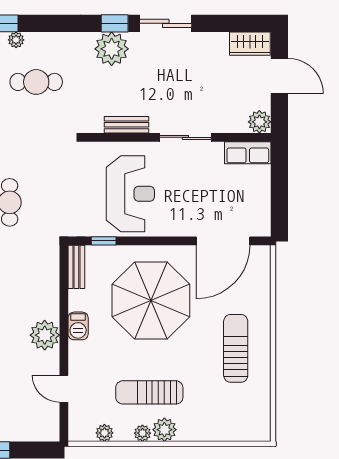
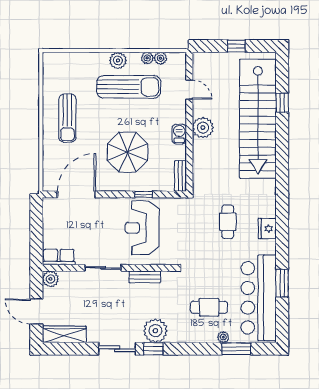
wardrobe: (250, 44) -> (64, 334), width x1.50
window: (104, 241) -> (144, 194), moved
parasol: (151, 301) -> (128, 152), width x0.73, depth x0.73
sun lounger: (149, 392) -> (129, 87), width x1.36, depth x1.34
plant: (142, 433) -> (147, 58), moved

